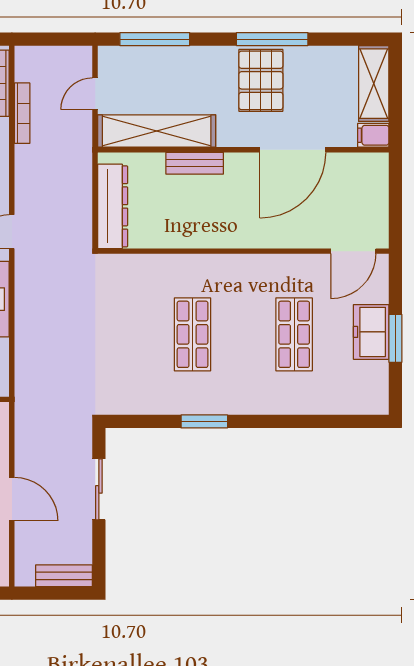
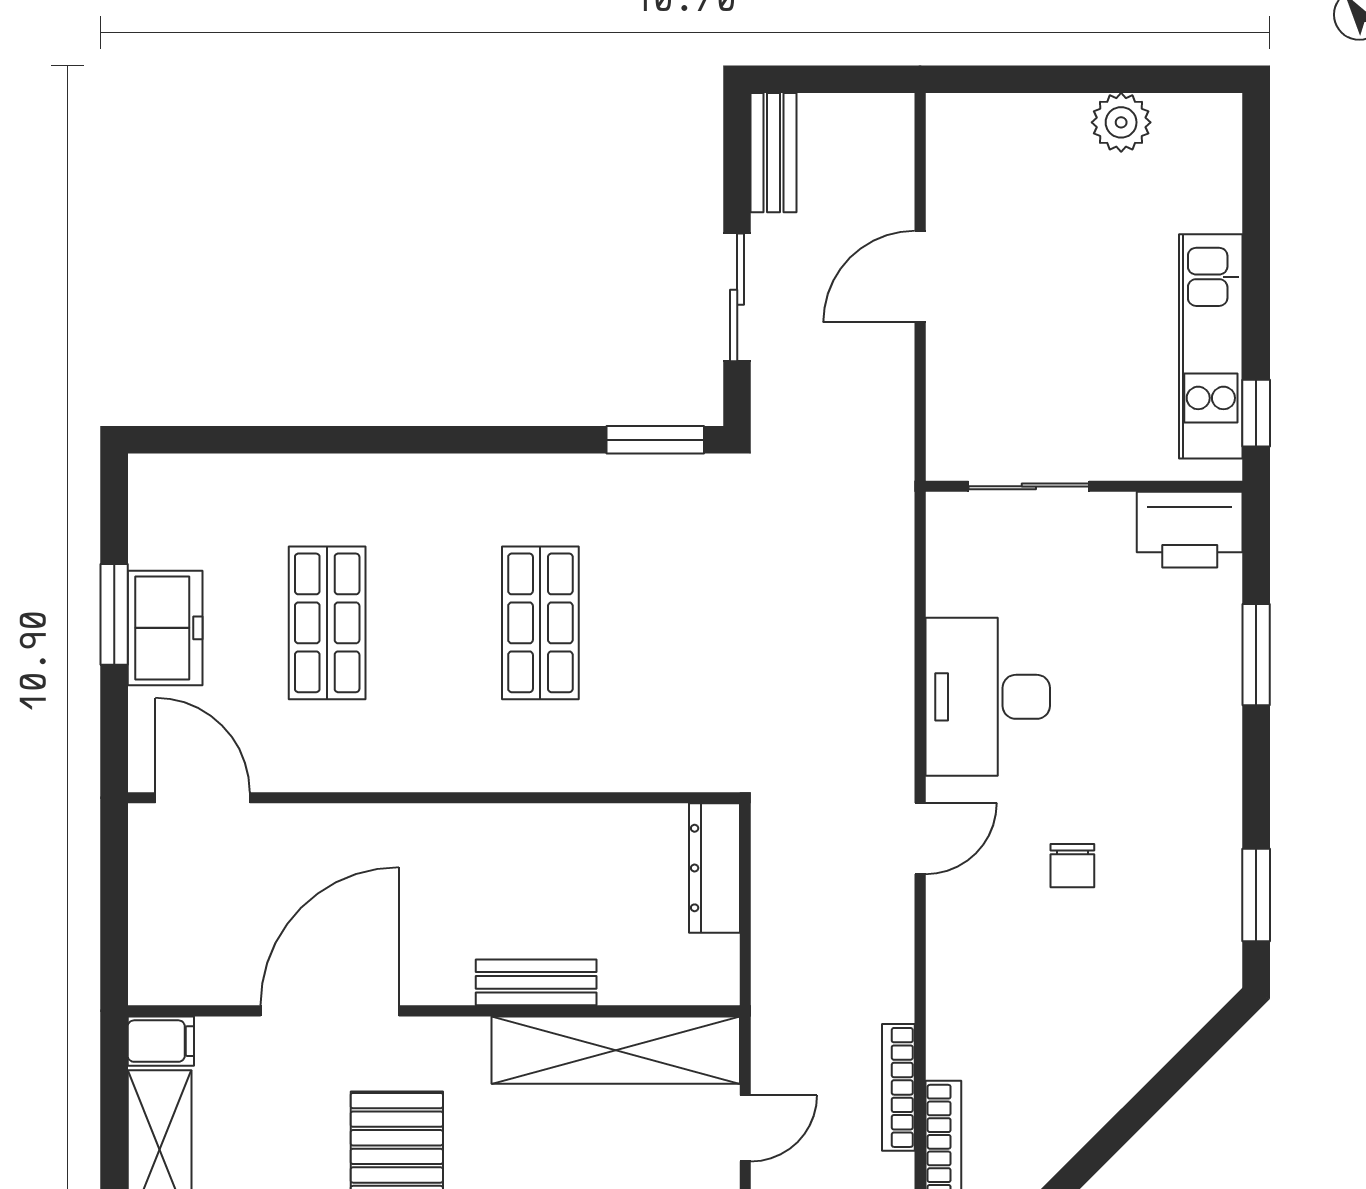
dresser: (113, 206) -> (714, 868), width x0.73, depth x0.80
door: (353, 251) -> (203, 798), hinge flipped
window: (204, 421) -> (655, 440), moved
door: (12, 499) -> (920, 277), hinge flipped
bench: (64, 576) -> (773, 153), moved, turned 90

